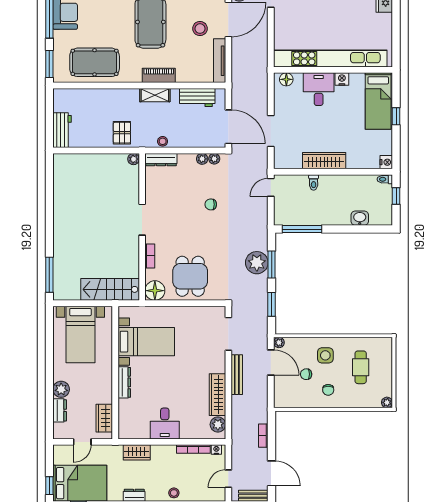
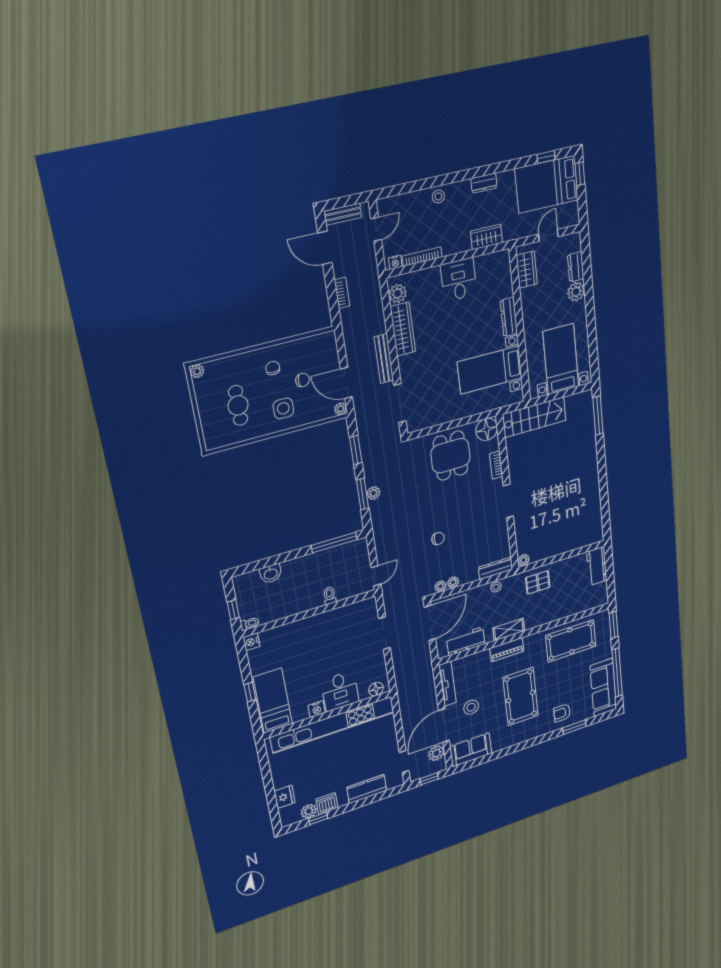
door: (228, 127) -> (430, 623), swing flipped
pallet: (122, 133) -> (538, 582), turned 90
wardrobe: (324, 161) -> (322, 622), removed
plant: (257, 263) -> (373, 493), width x0.53, depth x0.53

